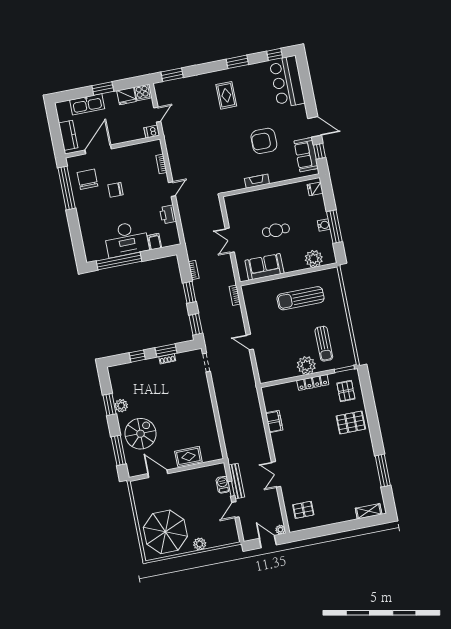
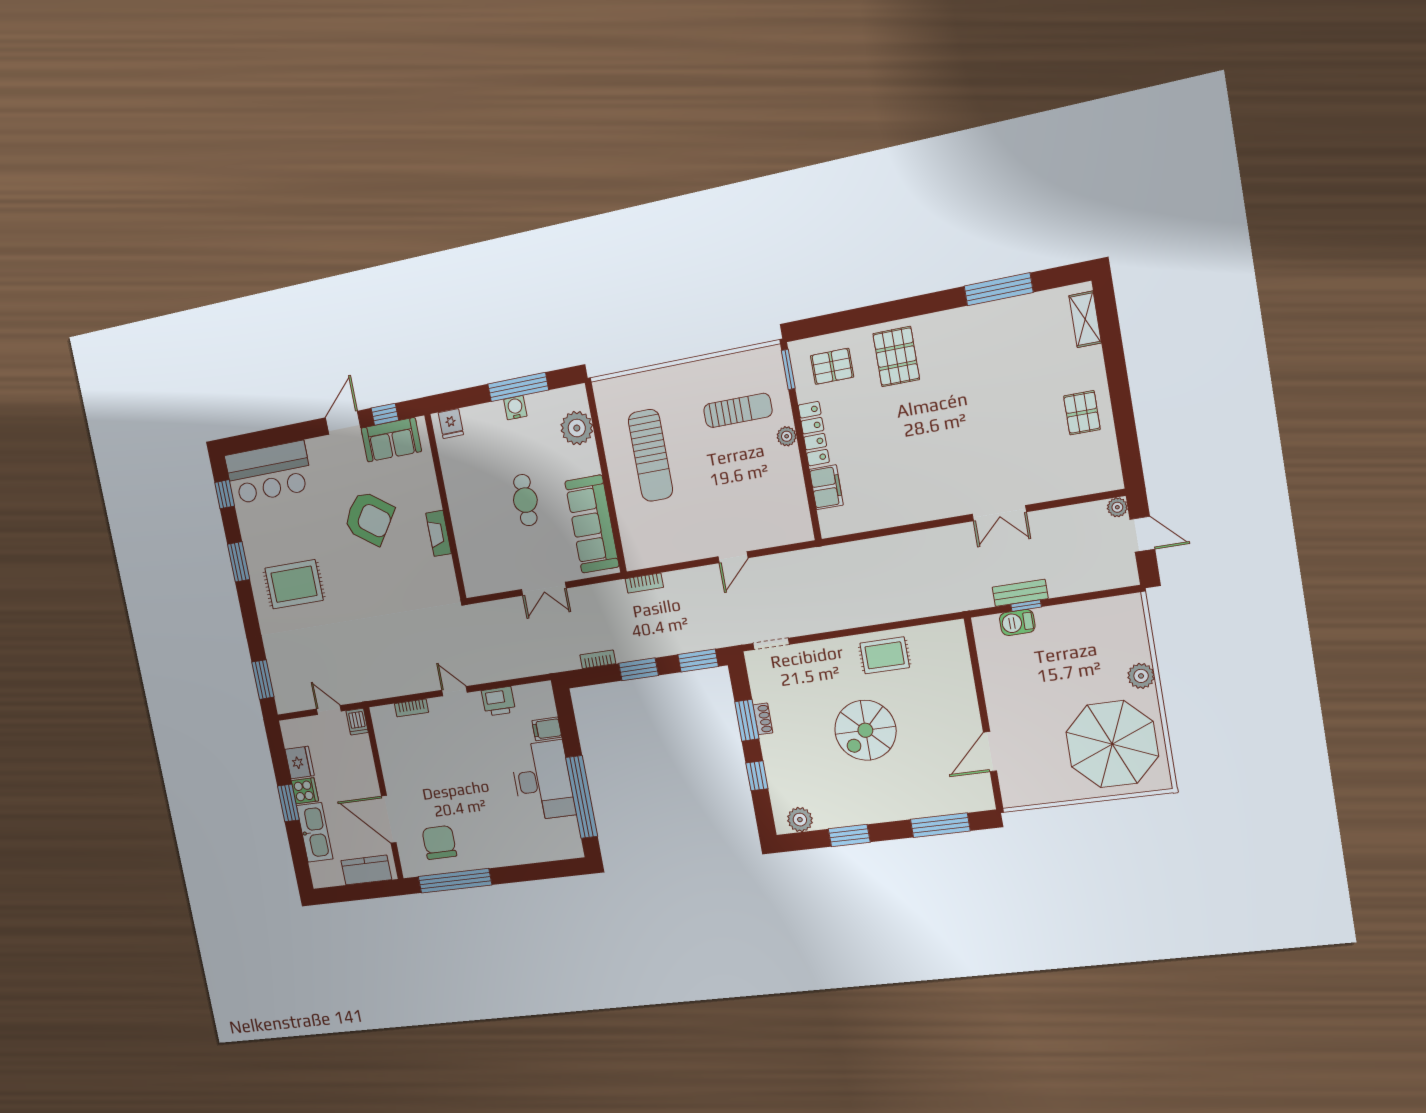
cooker: (142, 93) -> (305, 791), moved
rug: (226, 95) -> (294, 584), width x1.36, depth x1.43
armchair: (264, 141) -> (369, 518), turned -55
chair: (87, 179) -> (439, 842), turned 90
chair: (116, 190) -> (457, 794), removed
sofa: (264, 267) -> (592, 524), width x1.36
plant: (306, 365) -> (787, 436), width x0.53, depth x0.53
plant: (121, 406) -> (800, 820), moved
filing cabinet: (274, 421) -> (826, 487), moved, turned 90
spiral stairs: (141, 434) -> (865, 730), moved, turned -90
rug: (188, 456) -> (885, 655), moved, turned 90
bench: (237, 481) -> (1020, 593), width x0.73
door: (235, 510) -> (1071, 599), removed
pallet: (303, 510) -> (1082, 413), moved
door: (268, 542) -> (1142, 534), swing flipped

